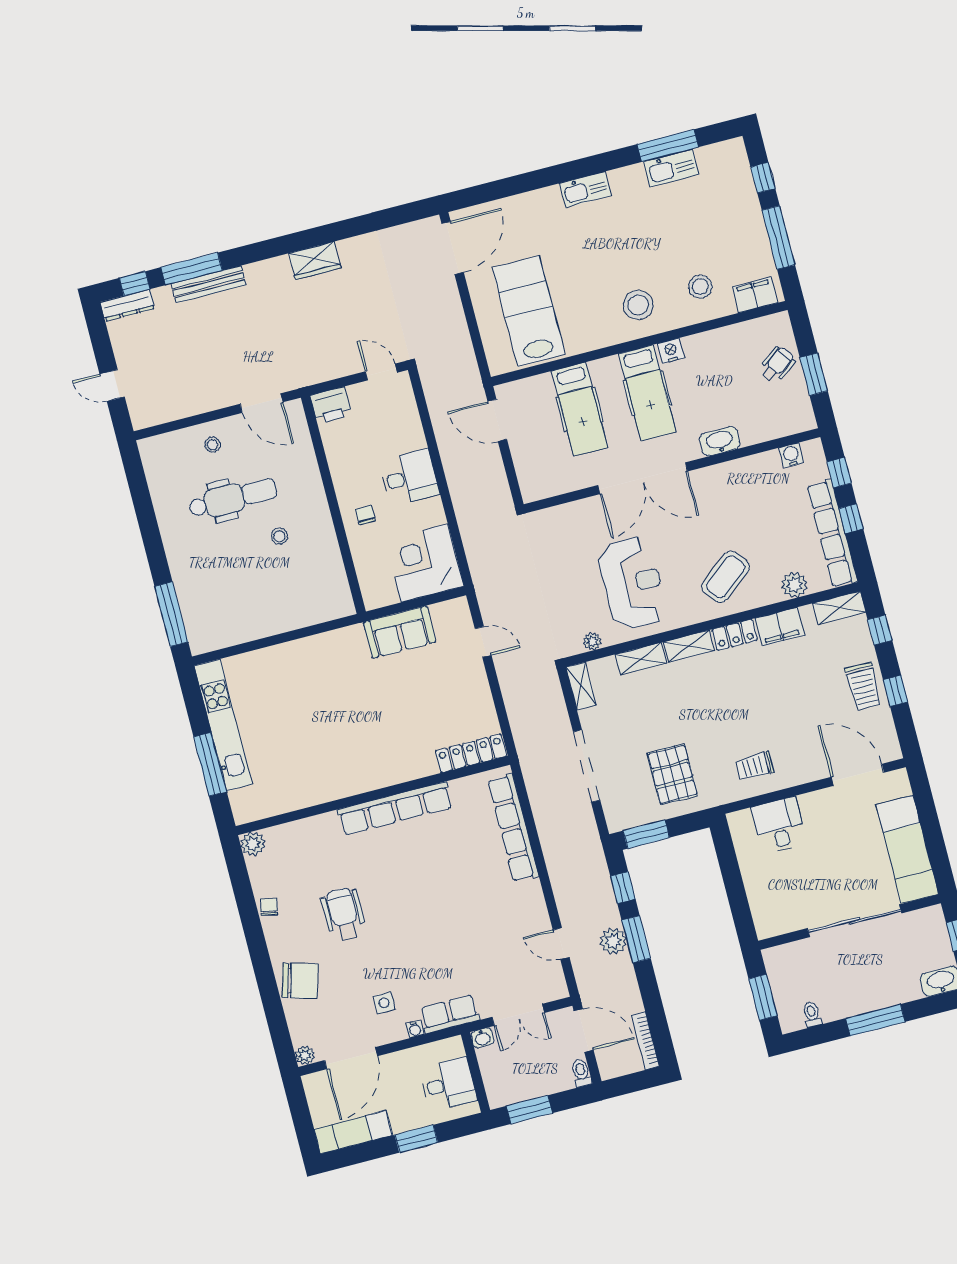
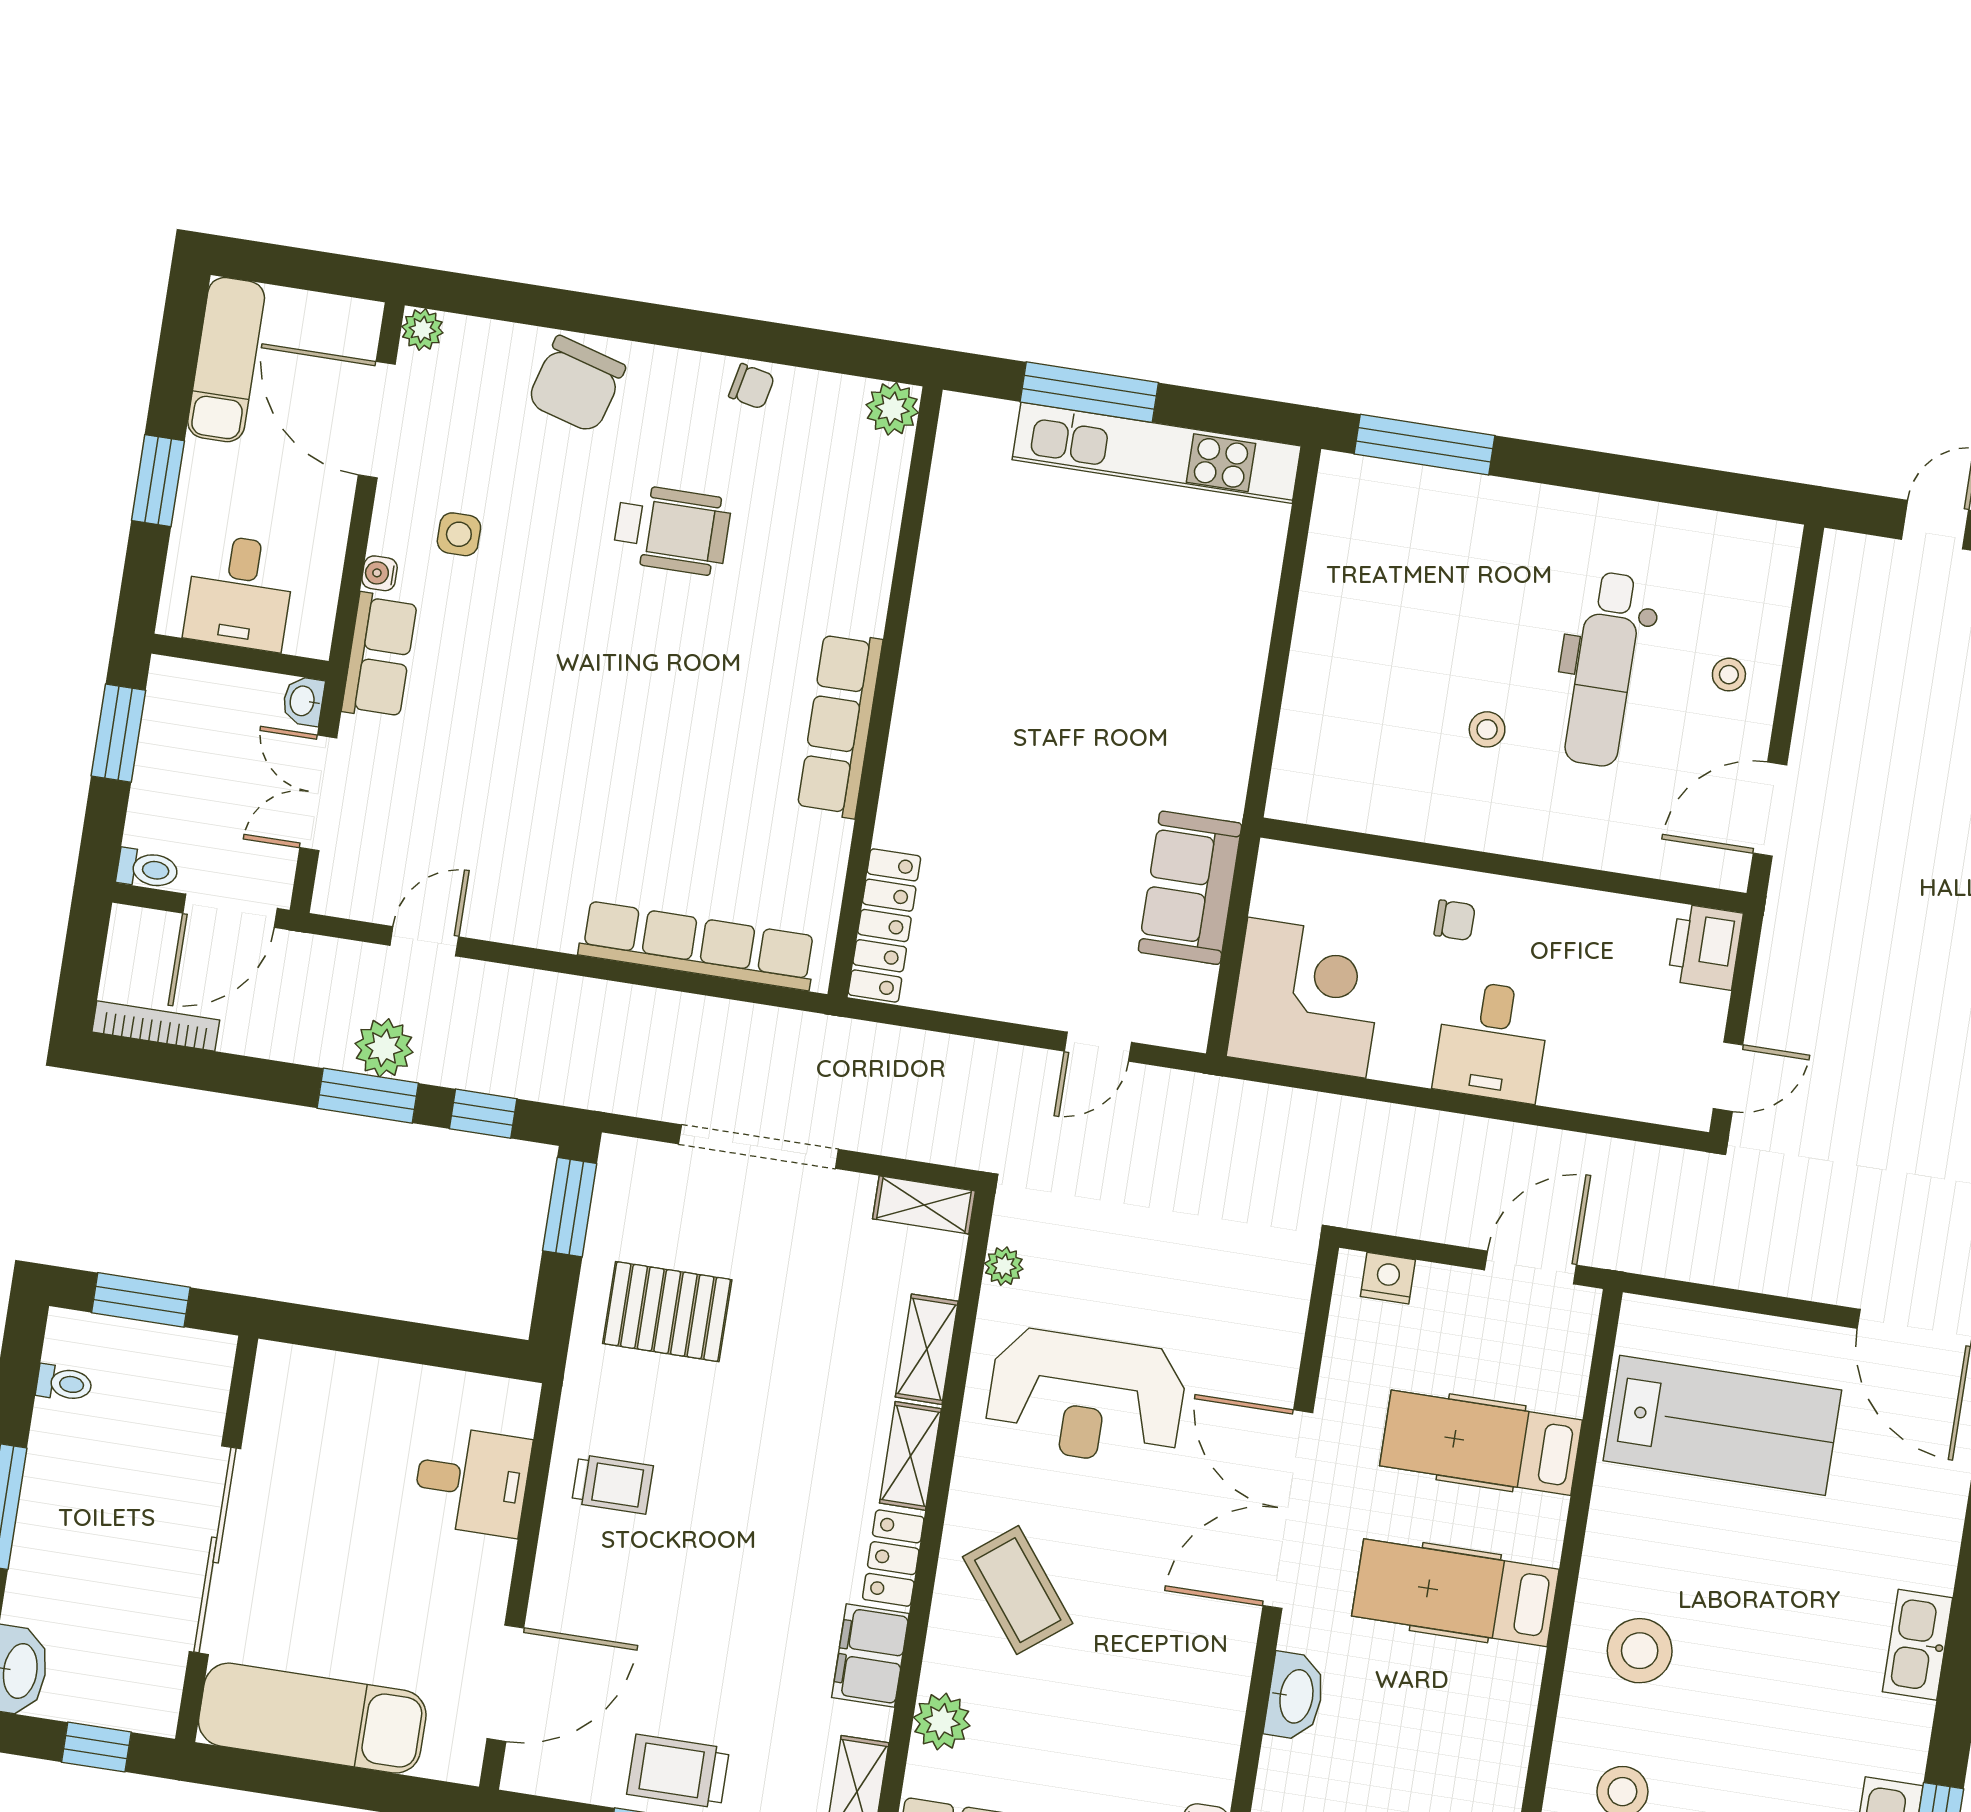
nightstand: (671, 351) -> (1388, 1278), moved, turned -90
trolley: (755, 766) -> (612, 1484), turned 90
row of seats: (395, 808) -> (840, 725), width x0.73

